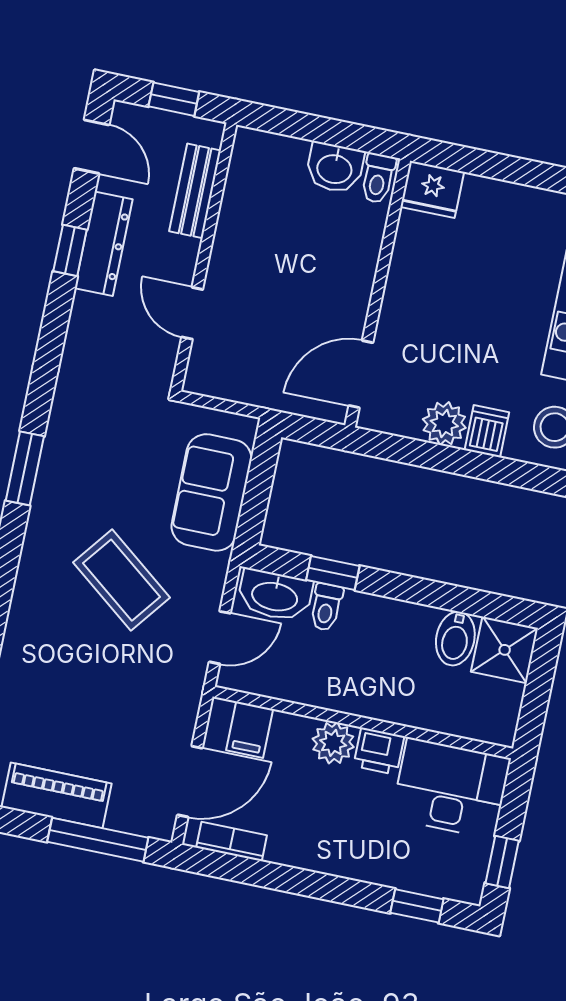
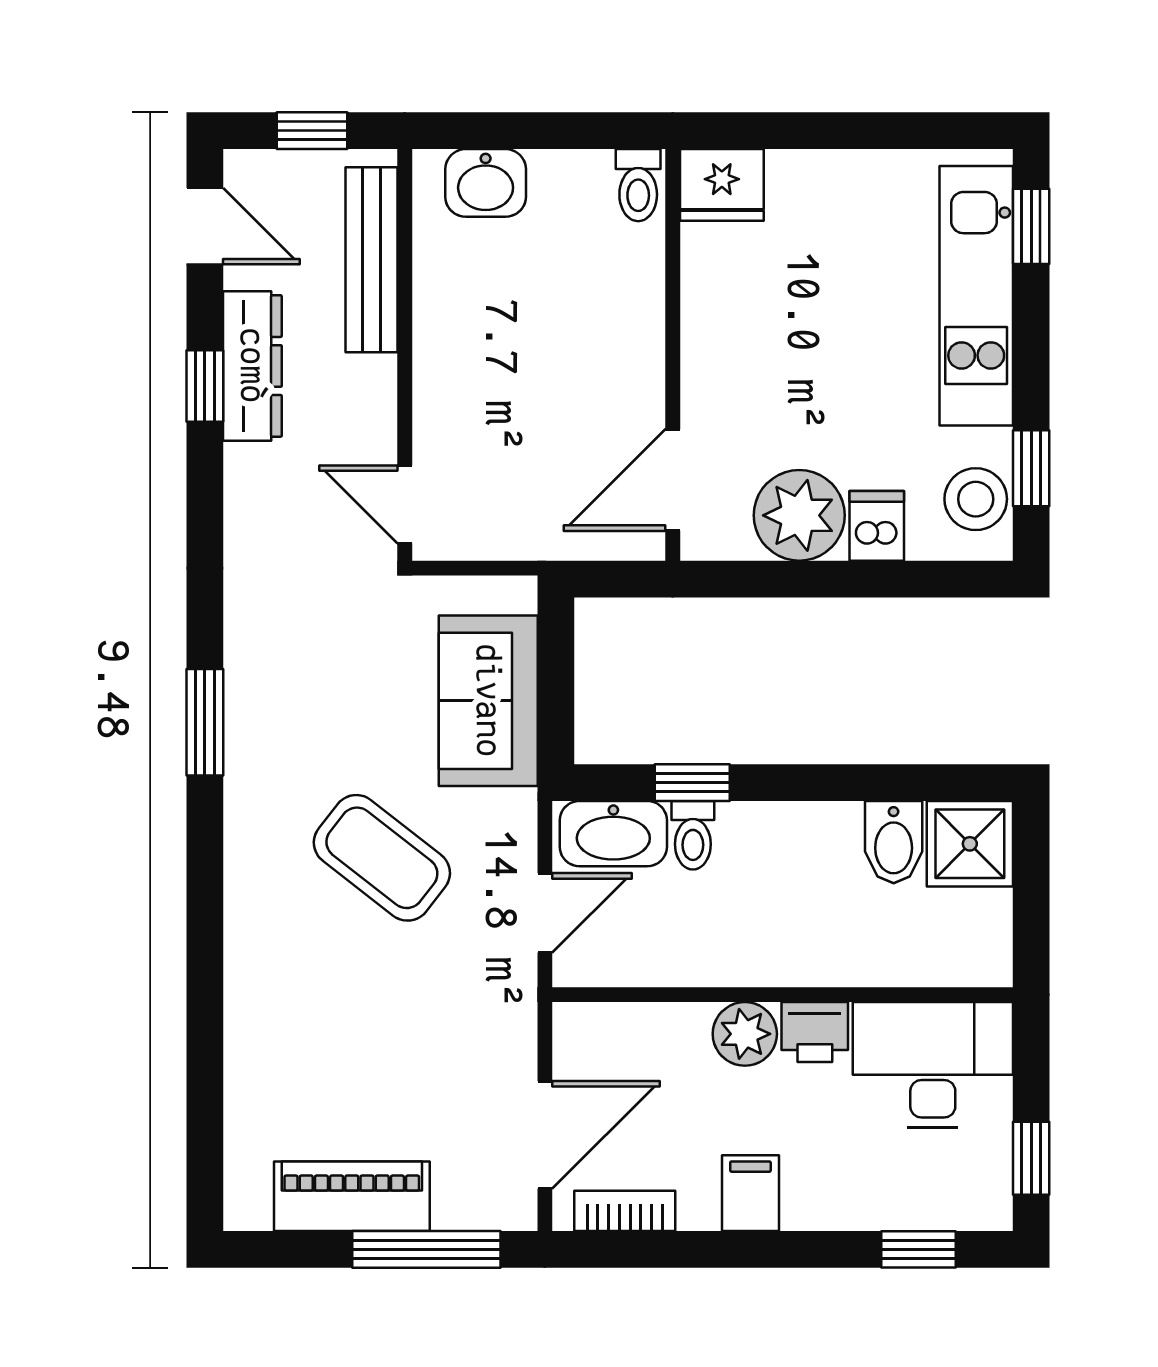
washbasin: (335, 168) -> (486, 183), moved
bench: (195, 191) -> (371, 260), width x1.36
door: (192, 313) -> (405, 504), moved
plant: (444, 424) -> (799, 515), width x1.36, depth x1.36
filing cabinet: (250, 730) -> (750, 1193), moved, turned 180

